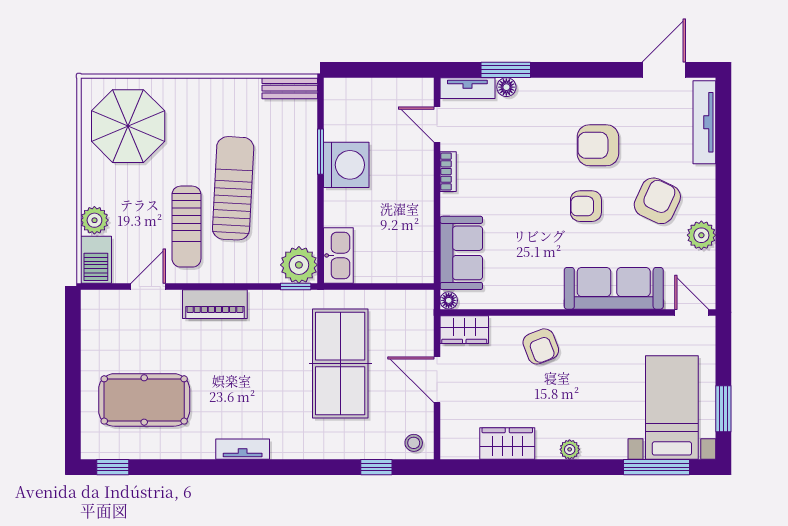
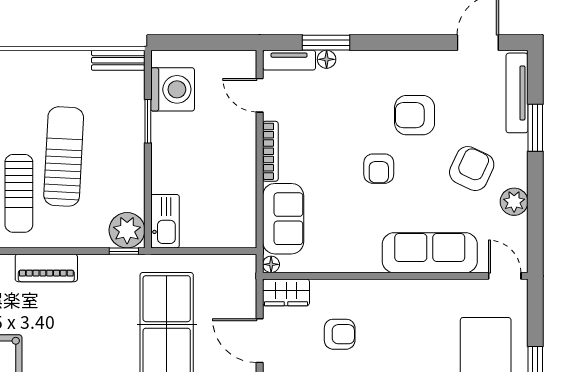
window: (723, 158) -> (535, 128), added
washing machine: (346, 165) -> (173, 89), moved
bookcase: (448, 172) -> (270, 151), width x1.56
armchair: (586, 206) -> (379, 169), moved, turned -90
armchair: (541, 346) -> (340, 334), moved, turned -69

